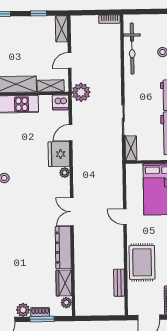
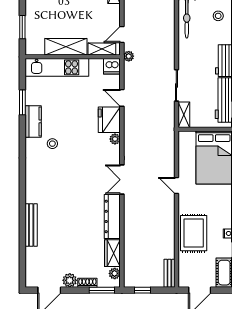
door: (70, 61) -> (122, 35), moved
plant: (81, 92) -> (129, 56), width x0.53, depth x0.53
door: (71, 133) -> (122, 98), hinge flipped
bench: (119, 283) -> (169, 273), moved
window: (93, 318) -> (142, 290), added
window: (42, 319) -> (102, 290), moved

